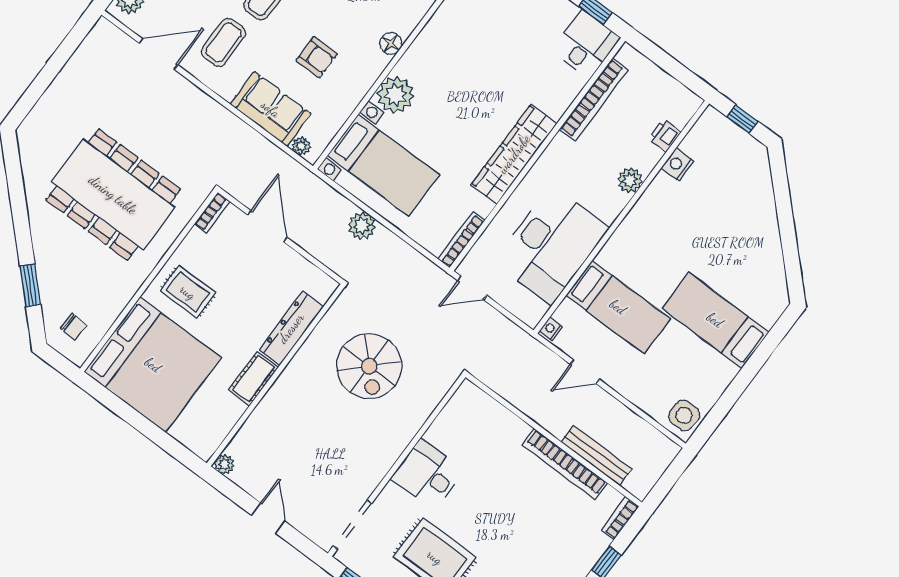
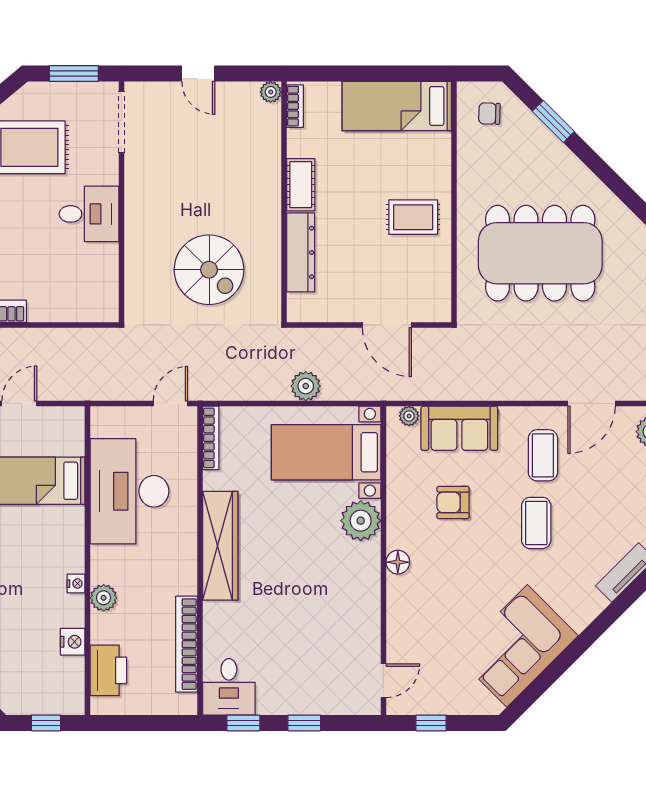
printer: (665, 136) -> (108, 670), width x1.87, depth x1.48
bookcase: (212, 213) -> (295, 106), moved, turned 180
nightstand: (551, 329) -> (76, 584), moved
bed: (153, 365) -> (397, 106), width x0.49
spiral stairs: (369, 366) -> (209, 270), turned 180

